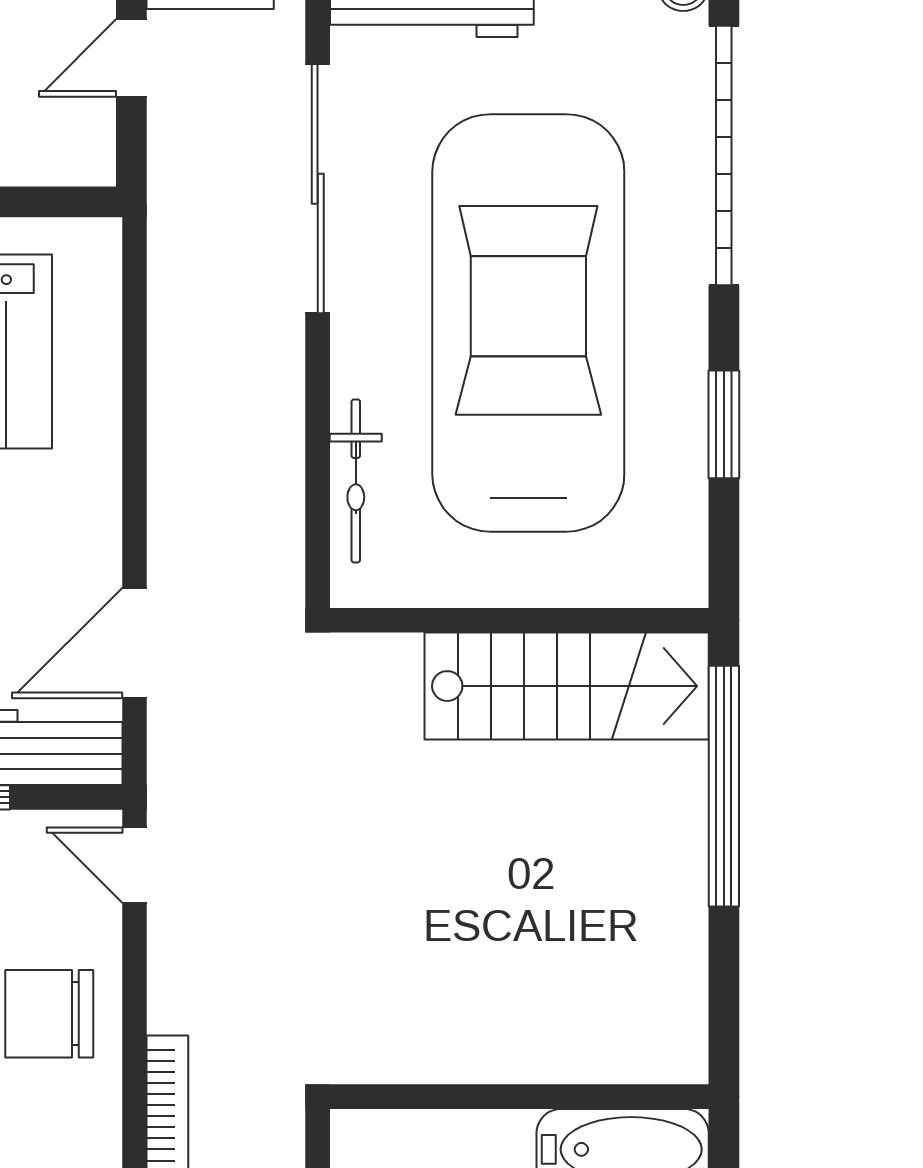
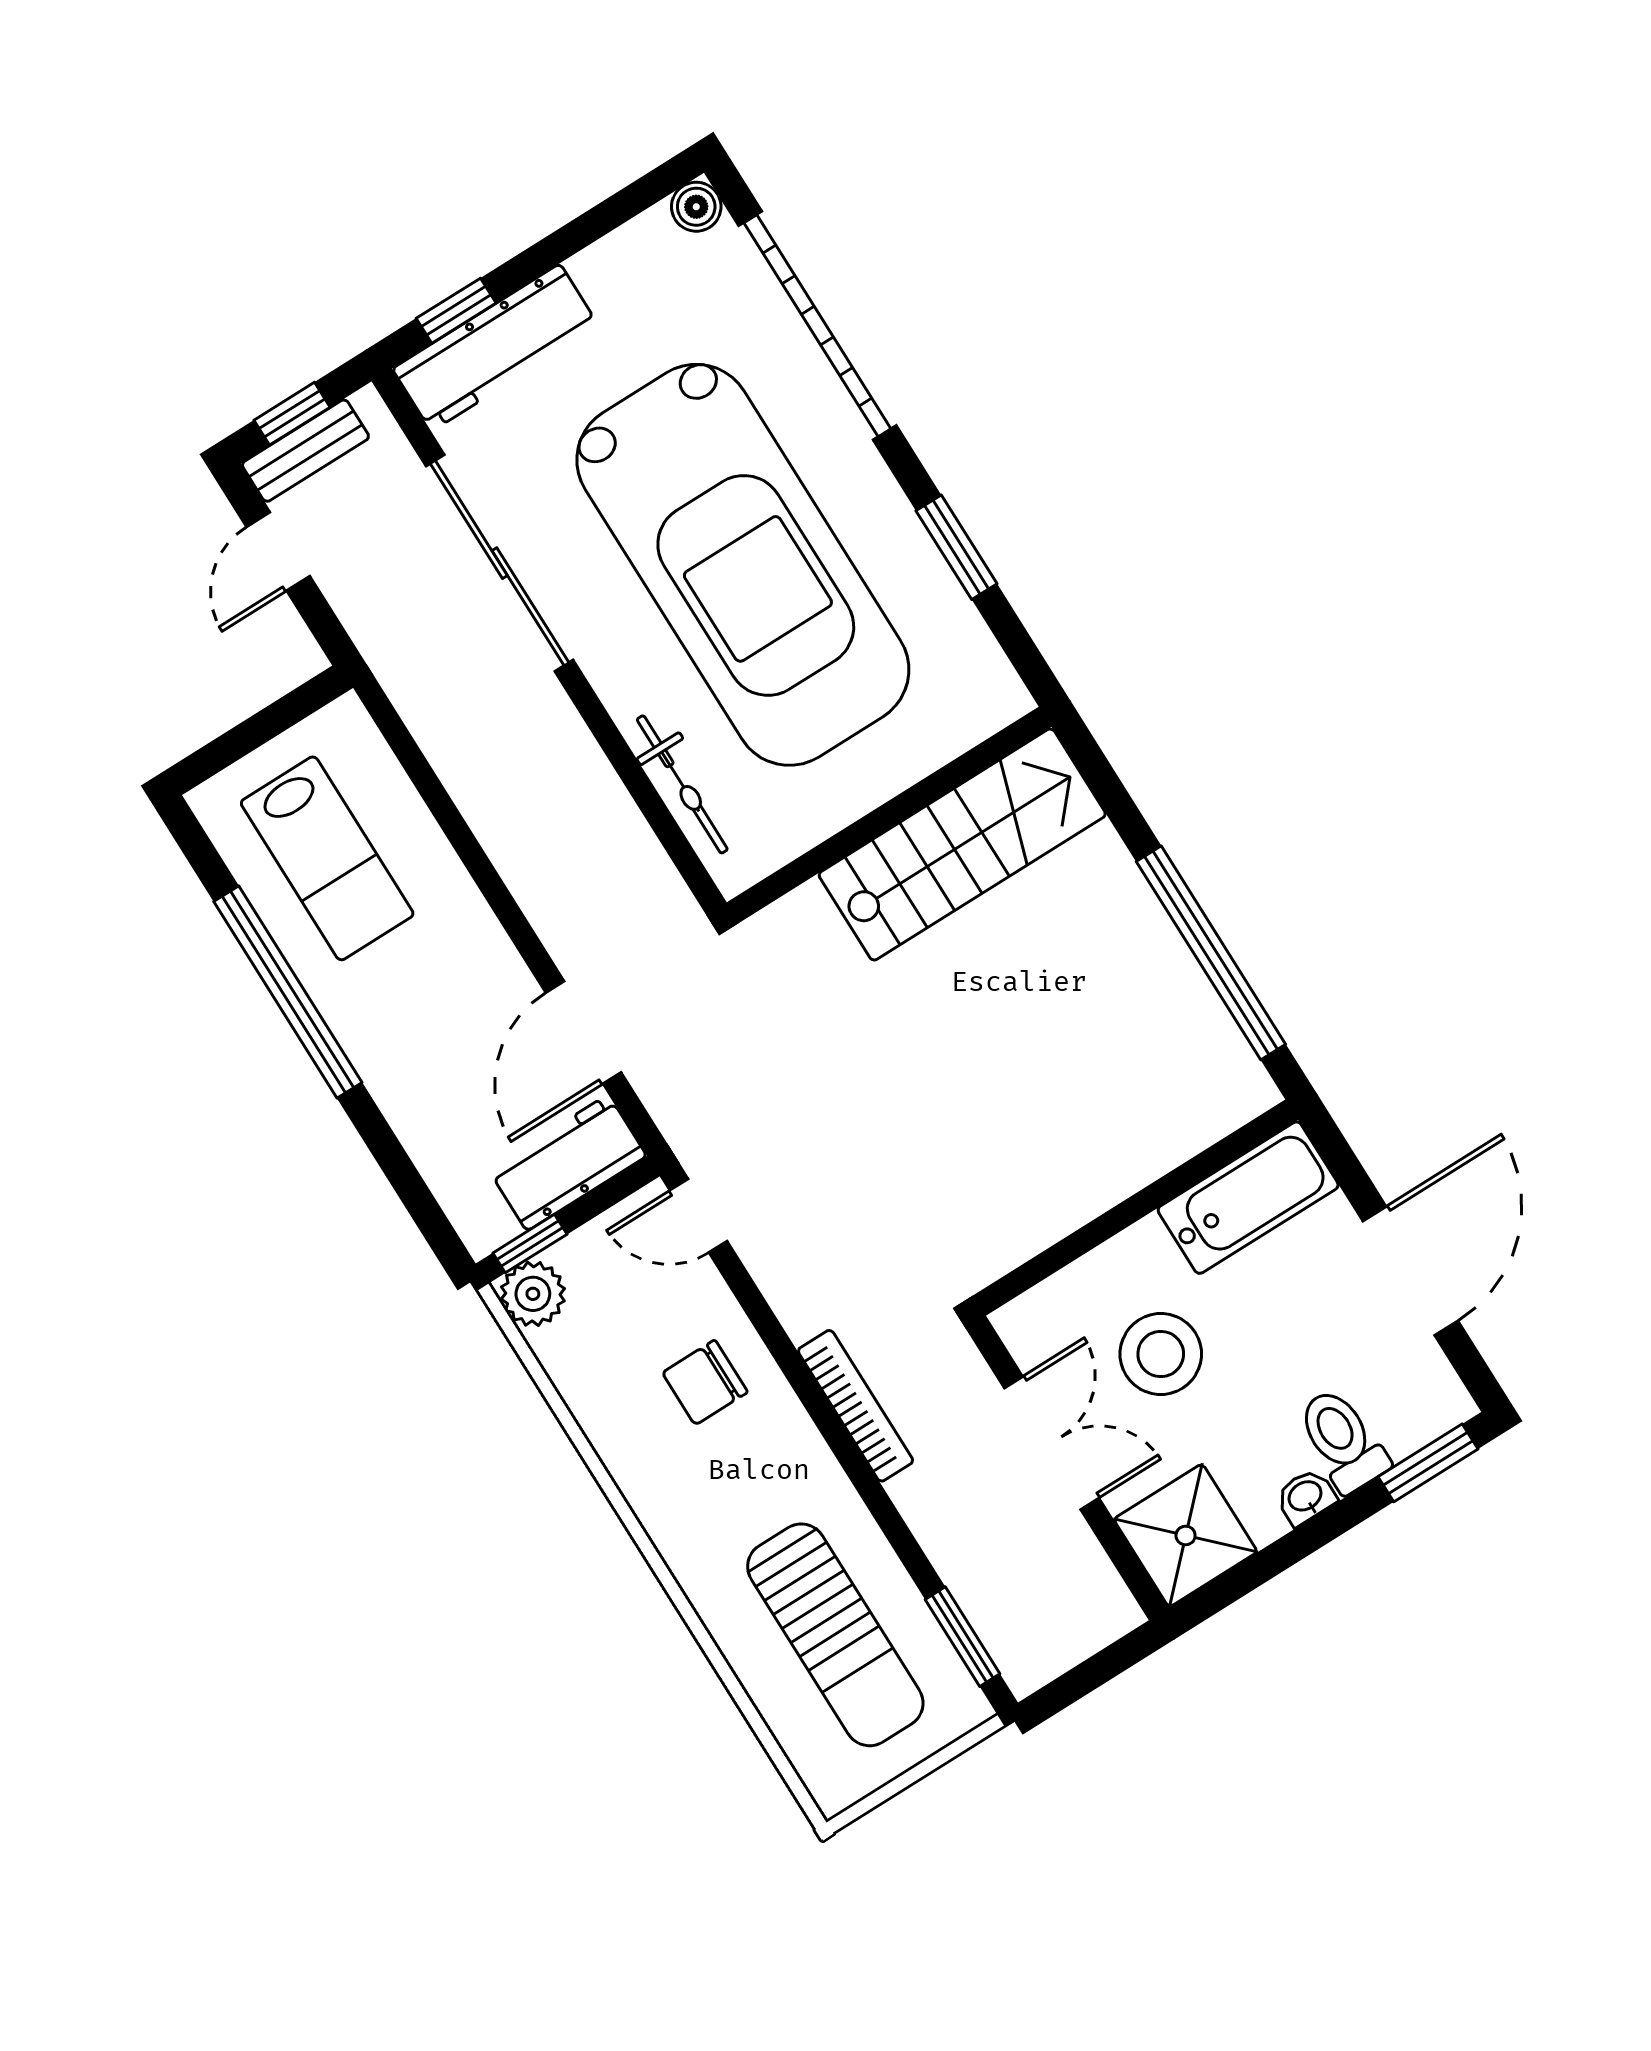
car: (528, 323) -> (743, 565), turned 180
window: (724, 786) -> (1211, 953), moved
chair: (49, 1014) -> (705, 1382), width x0.73, depth x0.73

